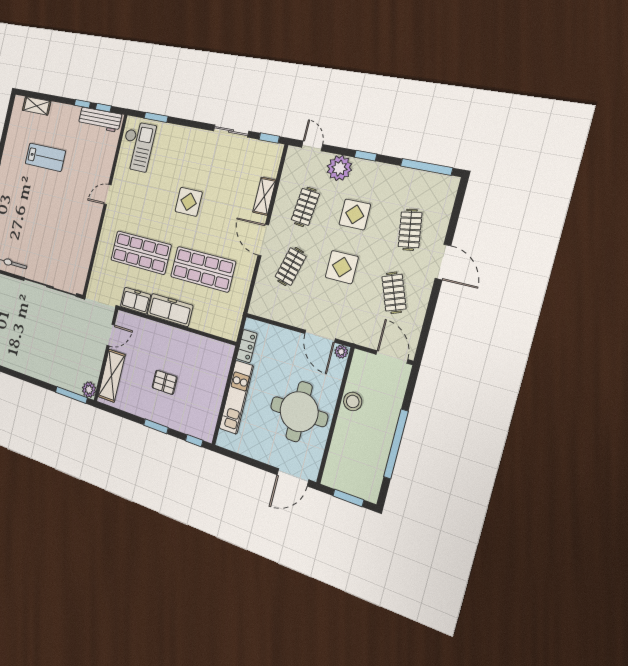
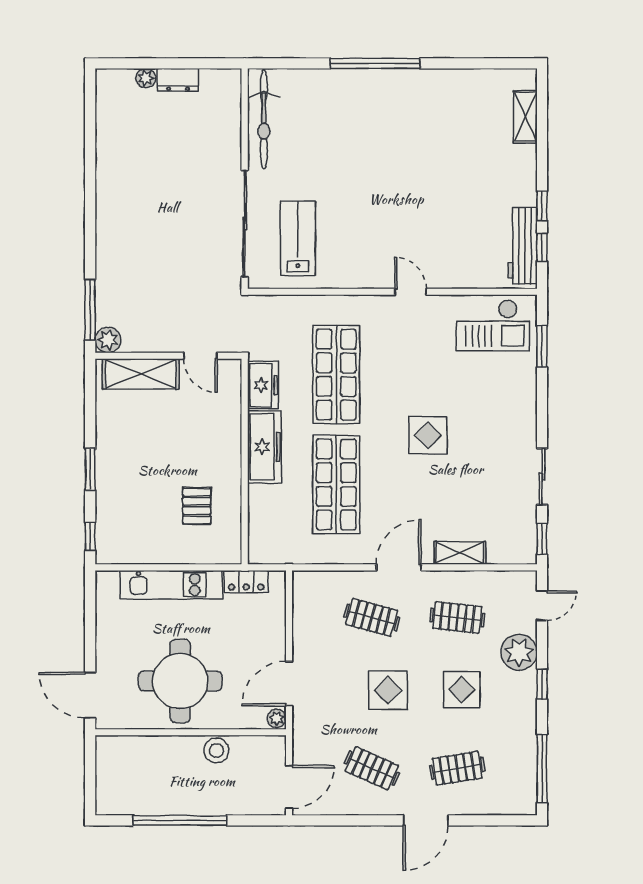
lab bench: (45, 157) -> (298, 238), moved, turned 180
clothes rail: (394, 293) -> (372, 768), turned 45
pallet: (165, 382) -> (197, 506), moved
window: (348, 498) -> (90, 777), removed

